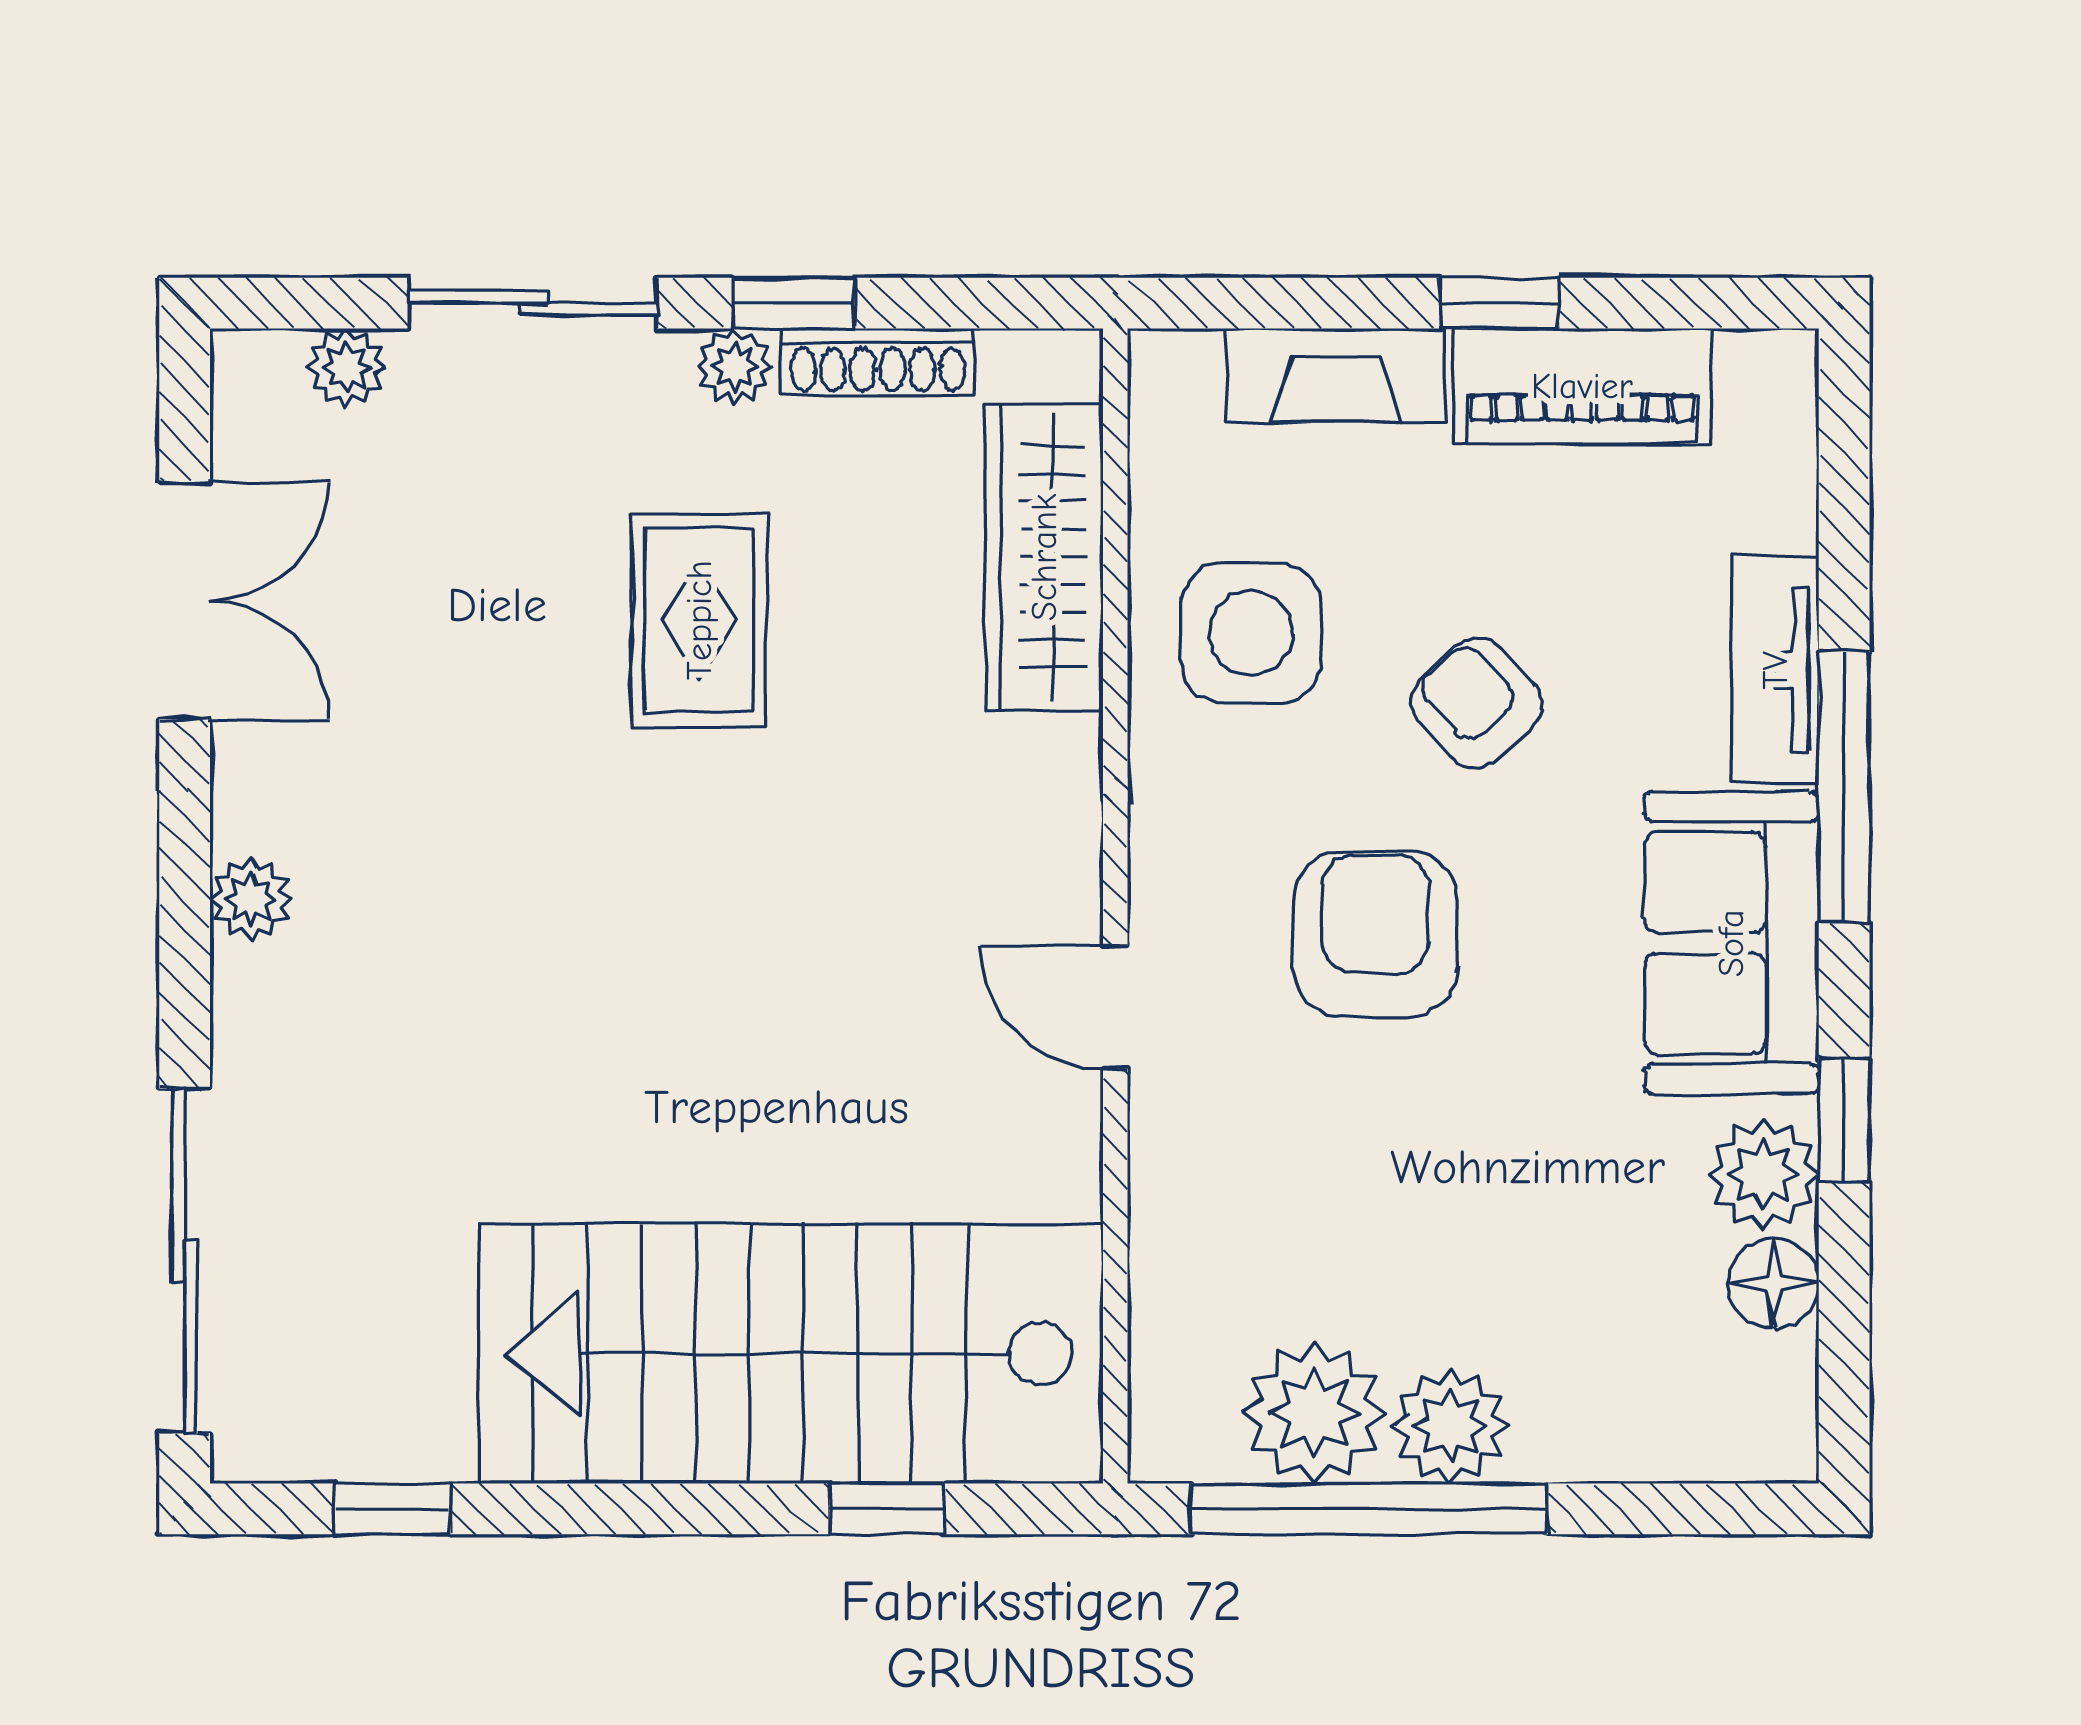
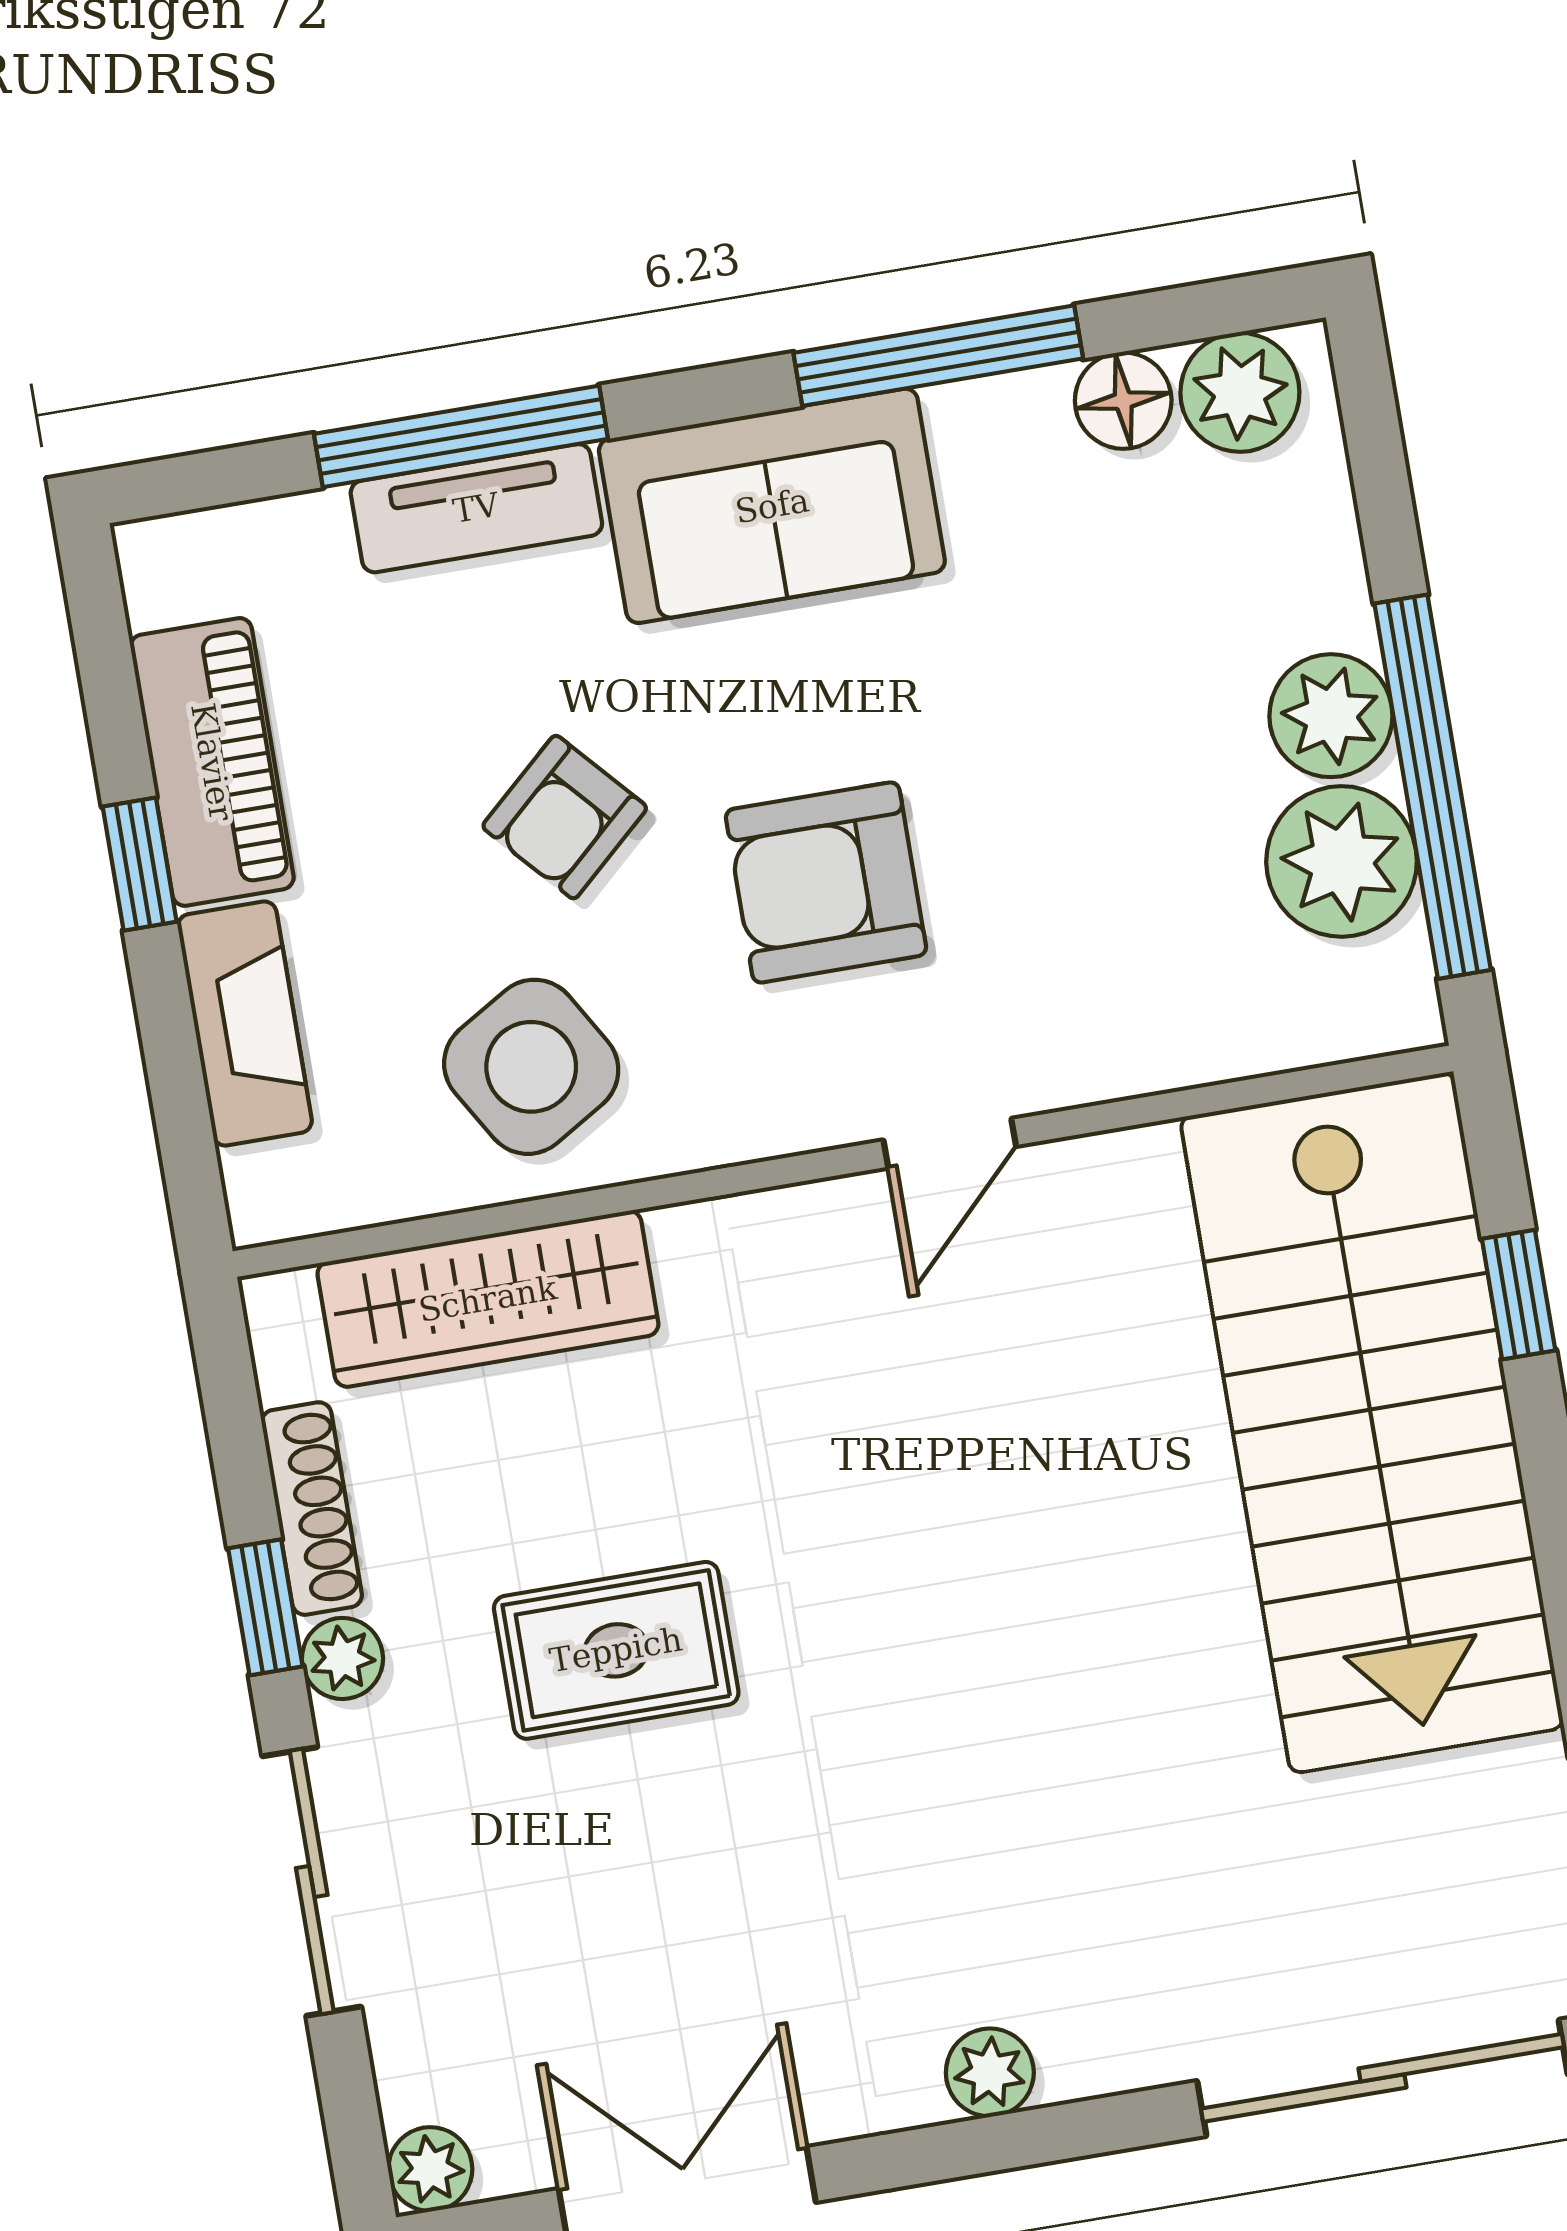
plant: (346, 368) -> (430, 2169), moved
side table: (1251, 633) -> (531, 1067), turned -31
window: (1844, 787) -> (461, 436), moved
window: (1844, 1120) -> (938, 356), width x2.17
plant: (1763, 1174) -> (1240, 392), moved

